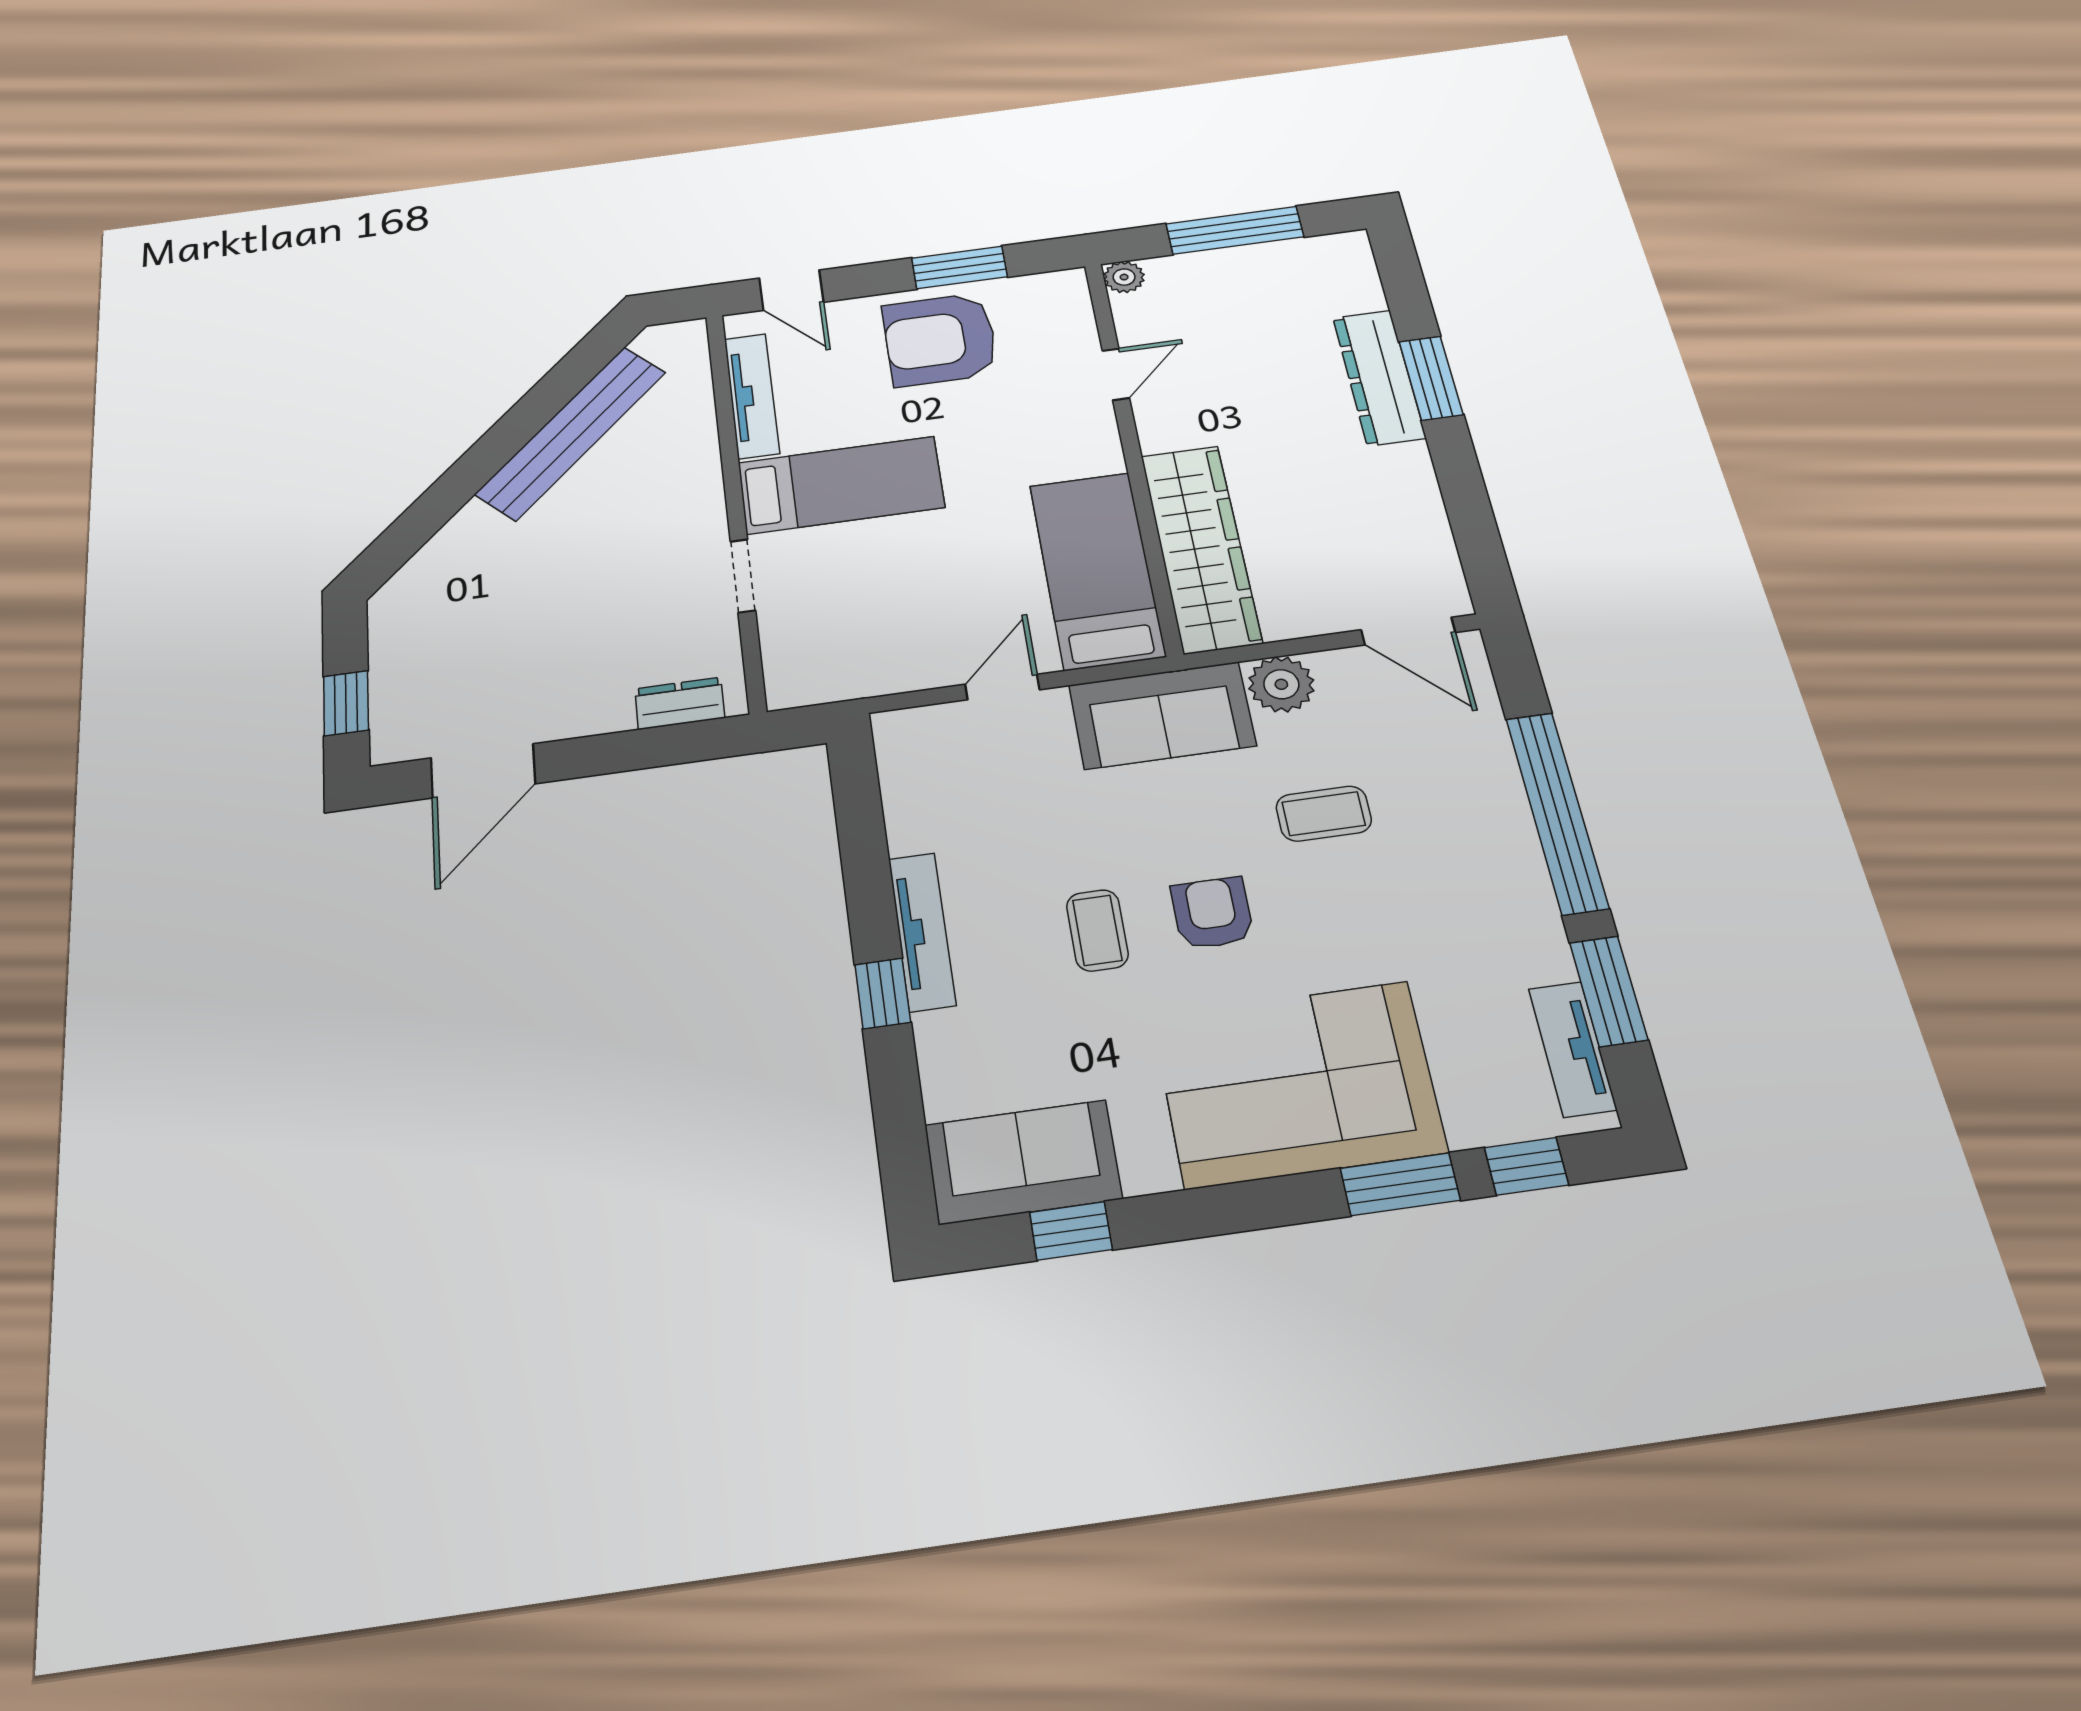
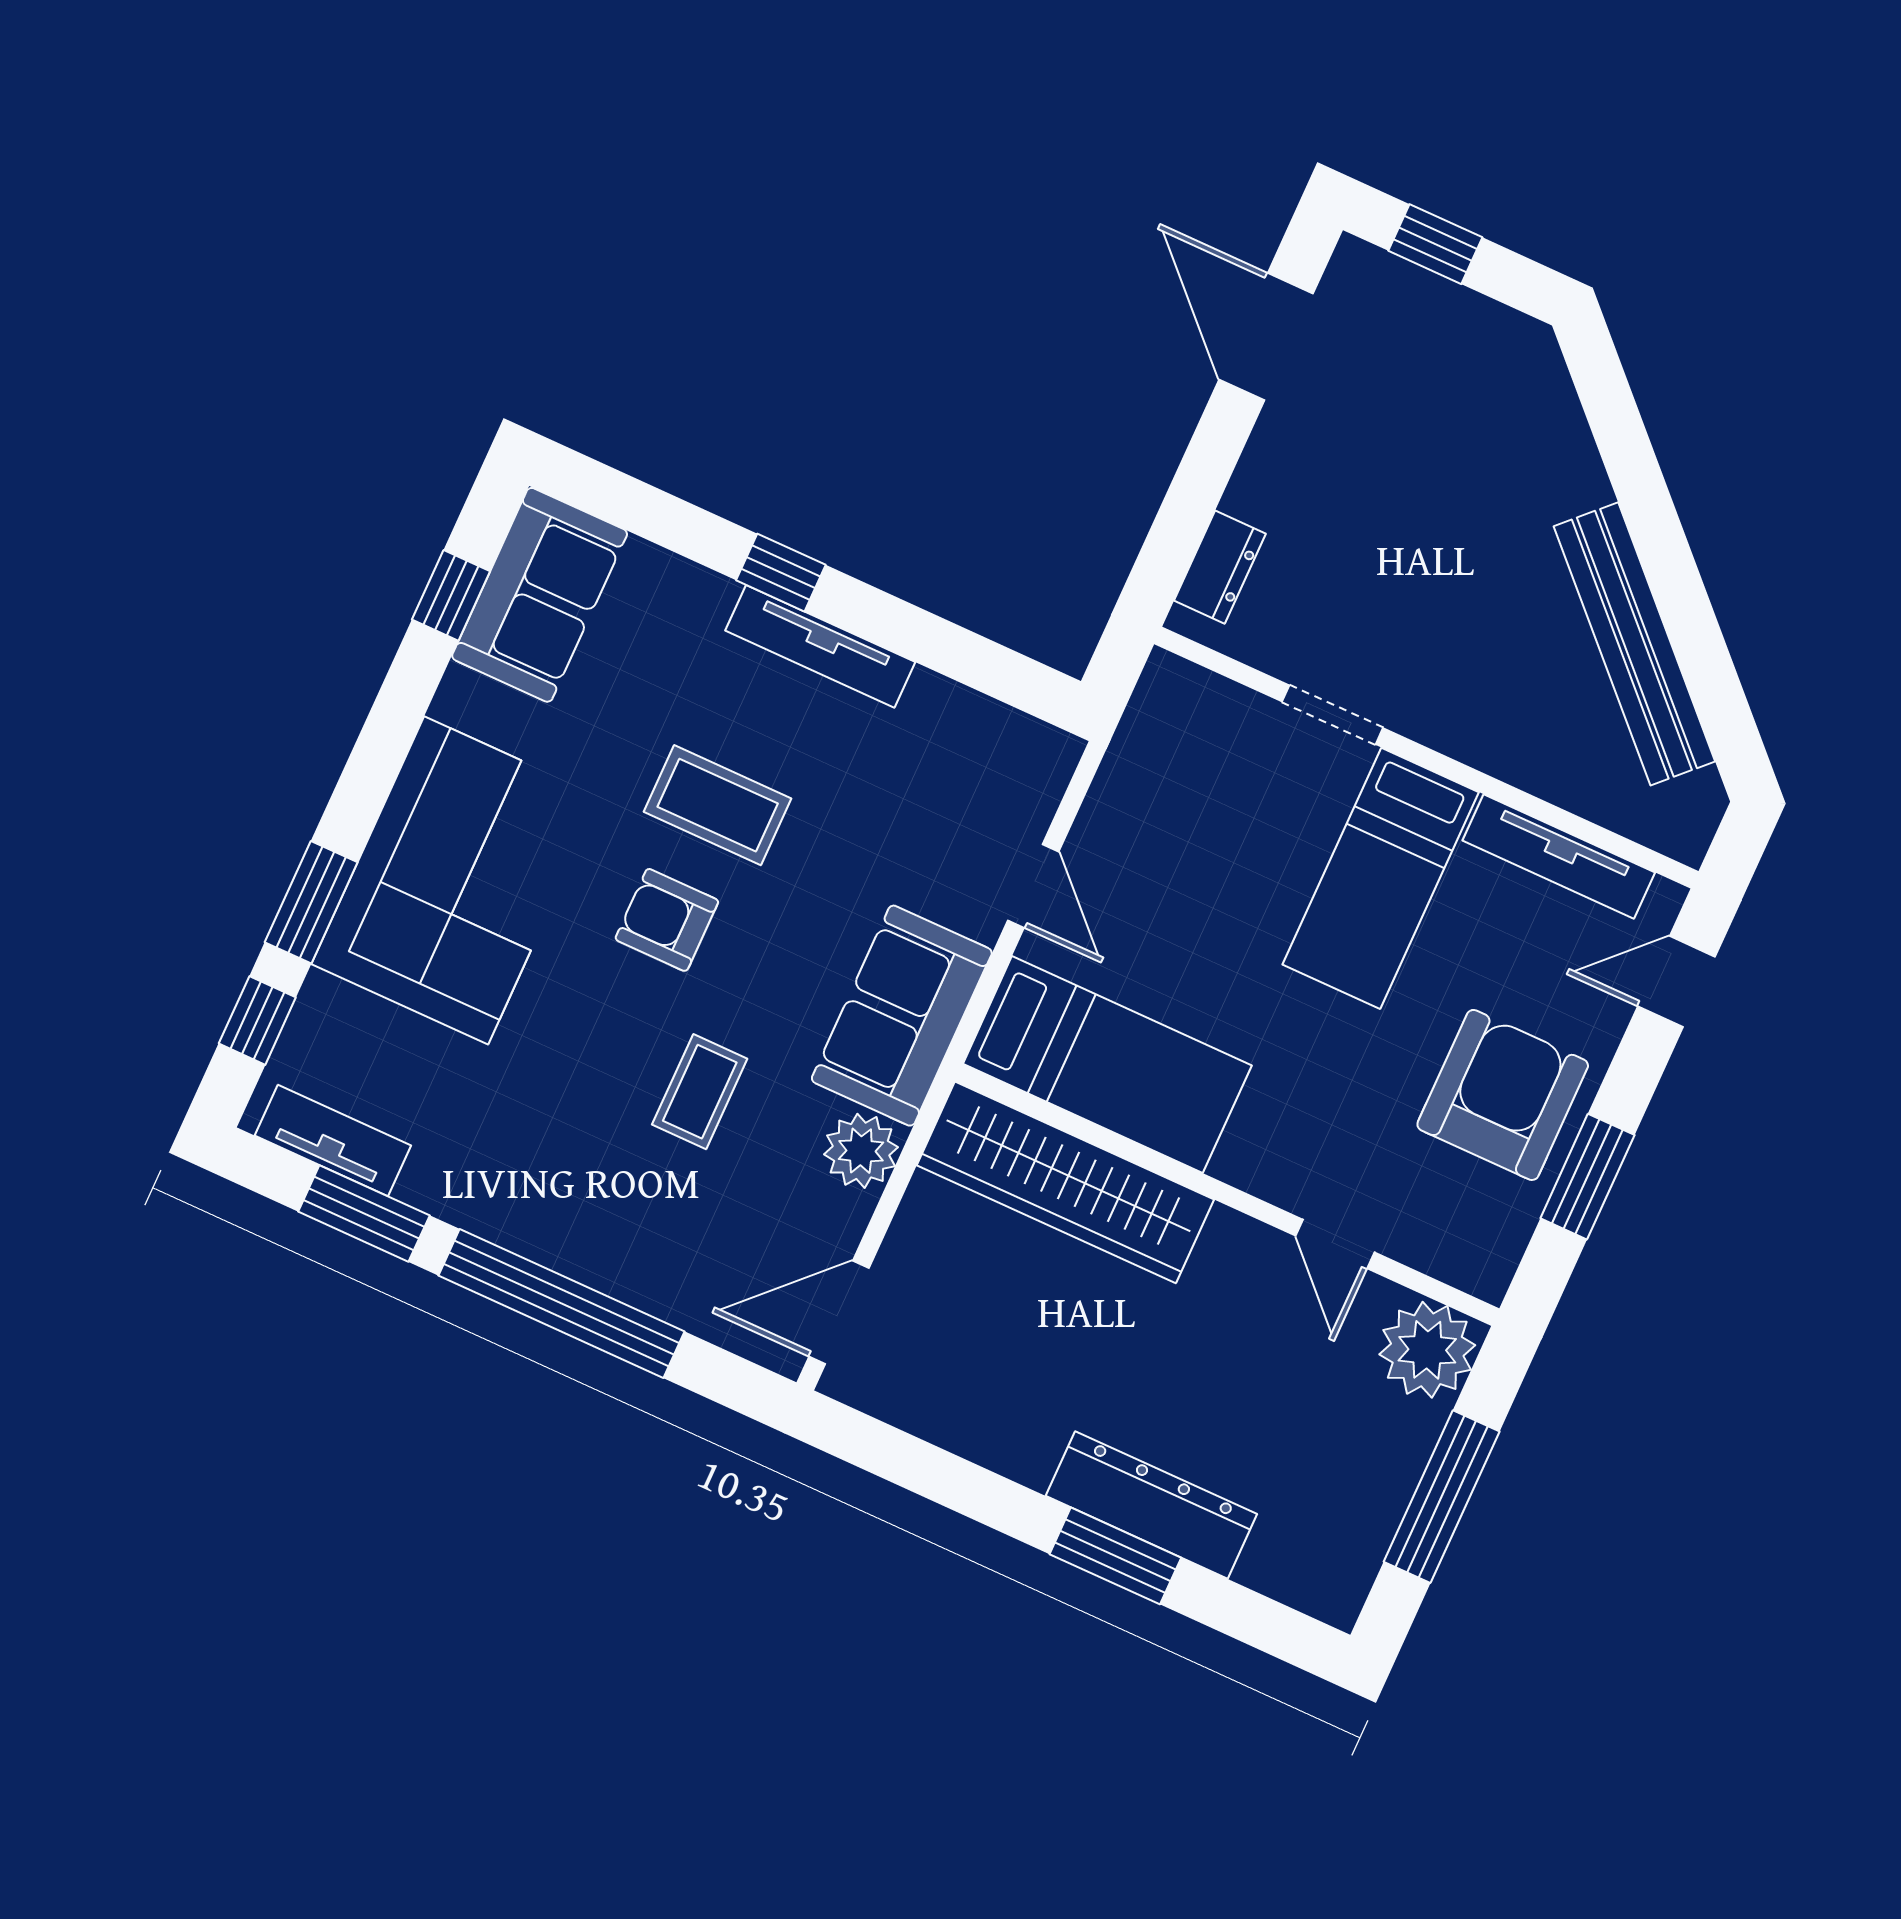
plant: (1124, 277) -> (1427, 1350), width x1.88, depth x1.88
armchair: (1212, 913) -> (667, 920), turned 180
coffee table: (1097, 930) -> (718, 805), width x1.36, depth x1.30

